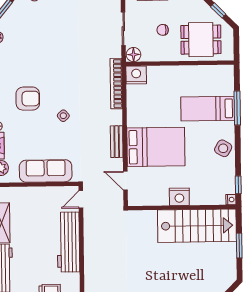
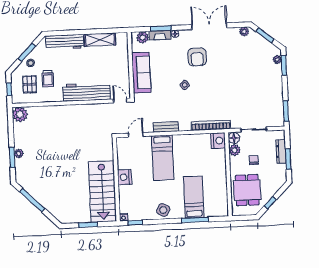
plant: (149, 54) -> (235, 150), added
bed: (156, 147) -> (163, 158), width x0.67

